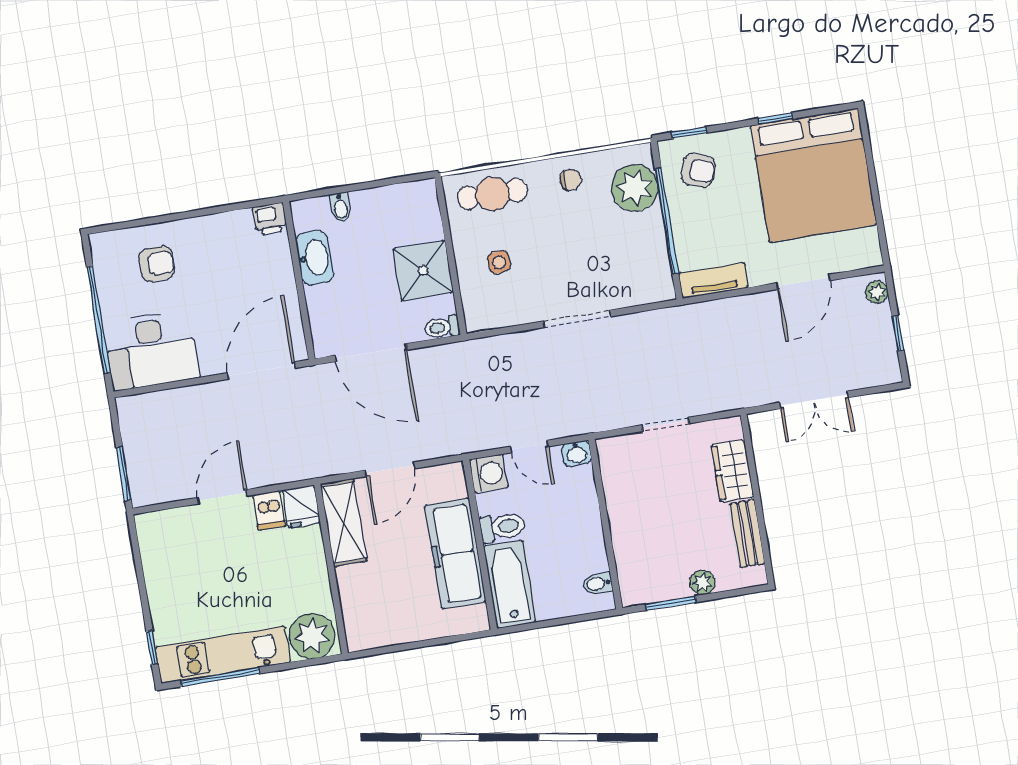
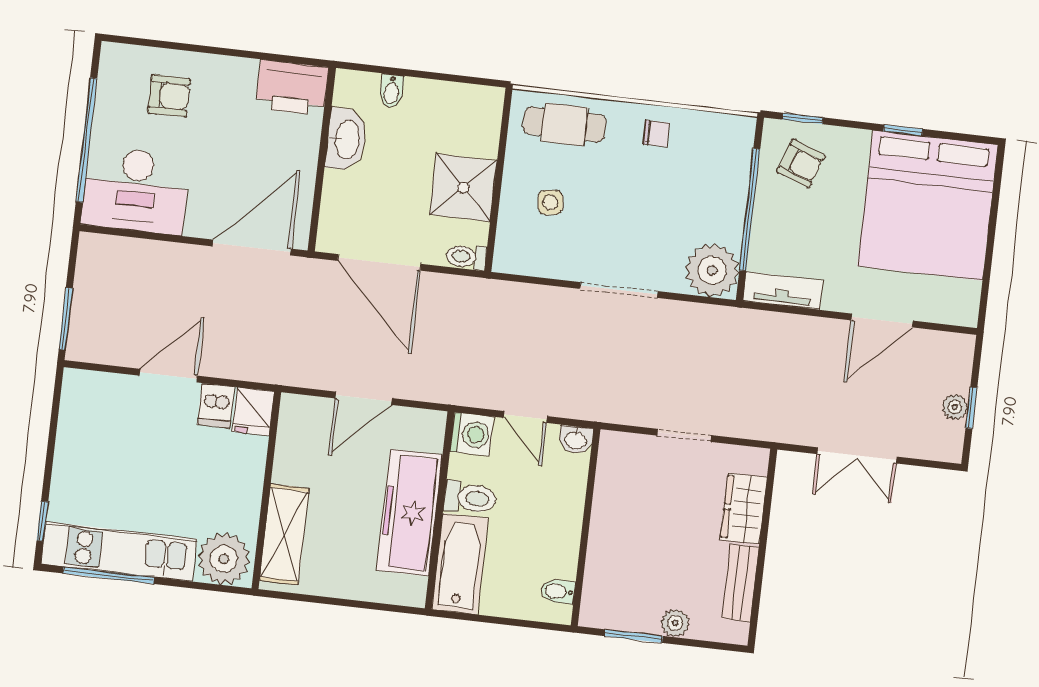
plant: (635, 188) -> (712, 270), moved
printer: (270, 219) -> (292, 88), width x1.87, depth x1.48
plant: (877, 292) -> (955, 407), moved
shelving: (344, 523) -> (284, 534), moved

